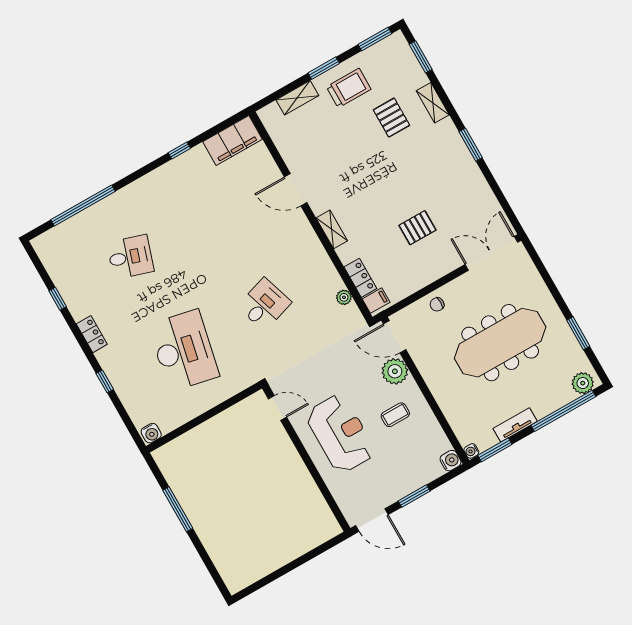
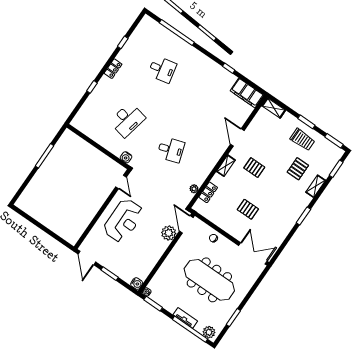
shelving: (297, 98) -> (274, 108), moved
pallet: (356, 186) -> (254, 168), added
desk: (130, 257) -> (162, 69), turned -30
filing cabinet: (376, 301) -> (200, 206), removed
desk: (184, 350) -> (127, 120), width x0.73, depth x0.77
coffee table: (395, 415) -> (147, 244), removed
tv unit: (515, 425) -> (185, 318), moved
water cooler: (151, 433) -> (126, 157), moved

